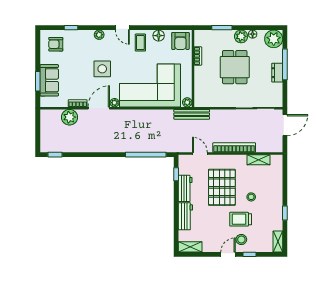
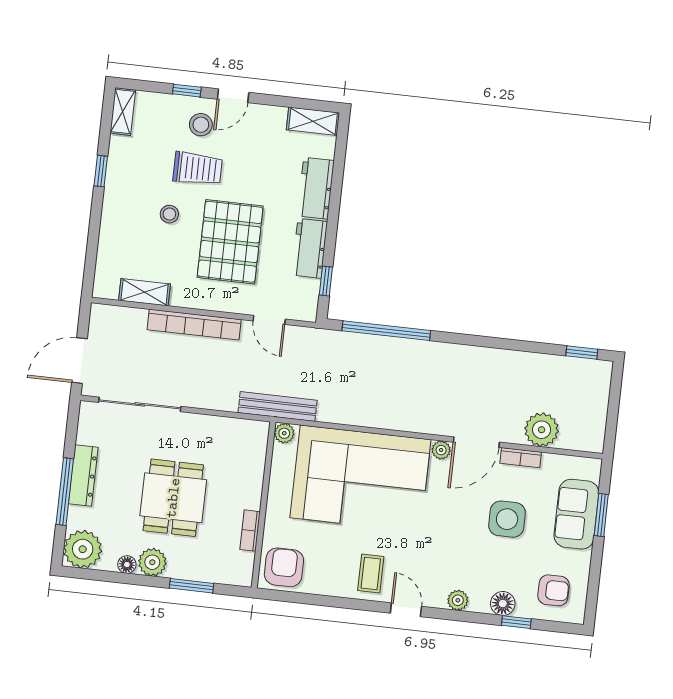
floor lamp: (159, 36) -> (503, 604), moved
side table: (102, 69) -> (507, 519), moved
dresser: (277, 73) -> (83, 476), width x1.44

